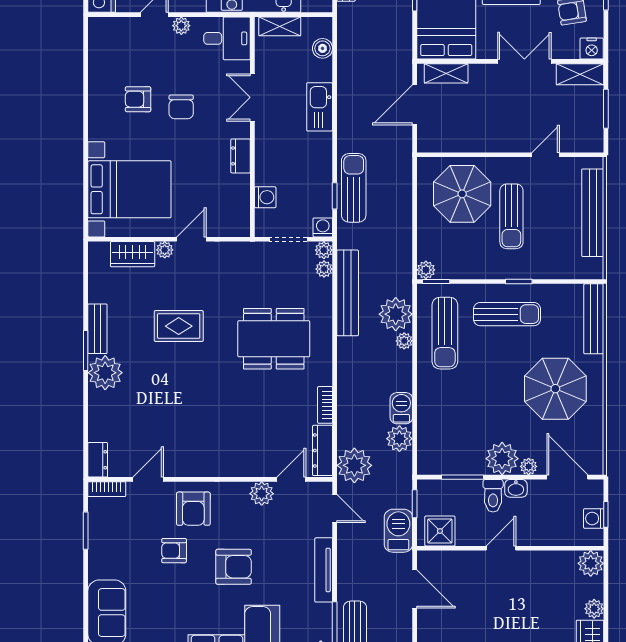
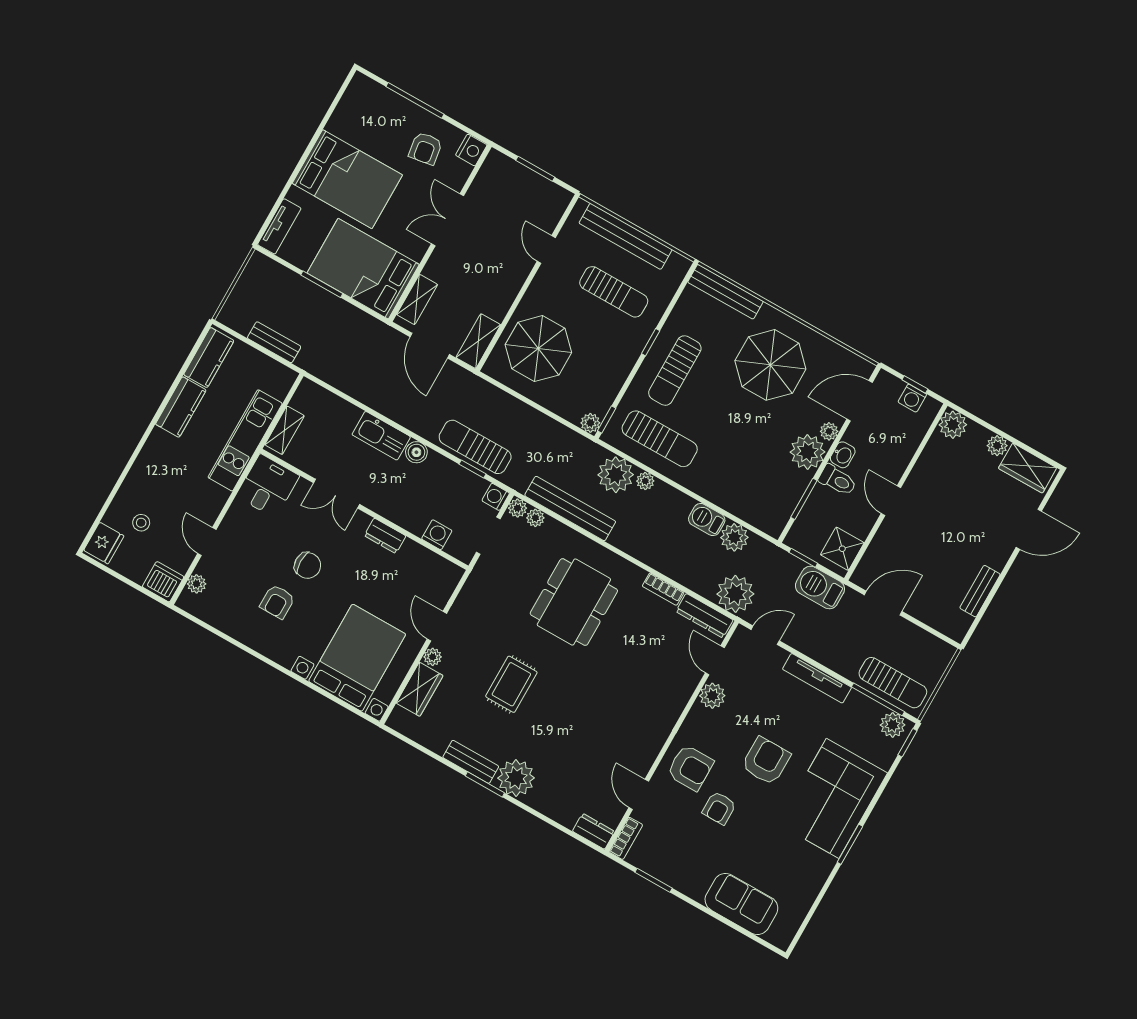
plant: (181, 26) -> (197, 584), moved
boiler: (322, 48) -> (416, 452), moved
shelving: (580, 74) -> (478, 341), moved
sun lounger: (511, 216) -> (614, 292), moved
sun lounger: (507, 314) -> (675, 371), turned 180

